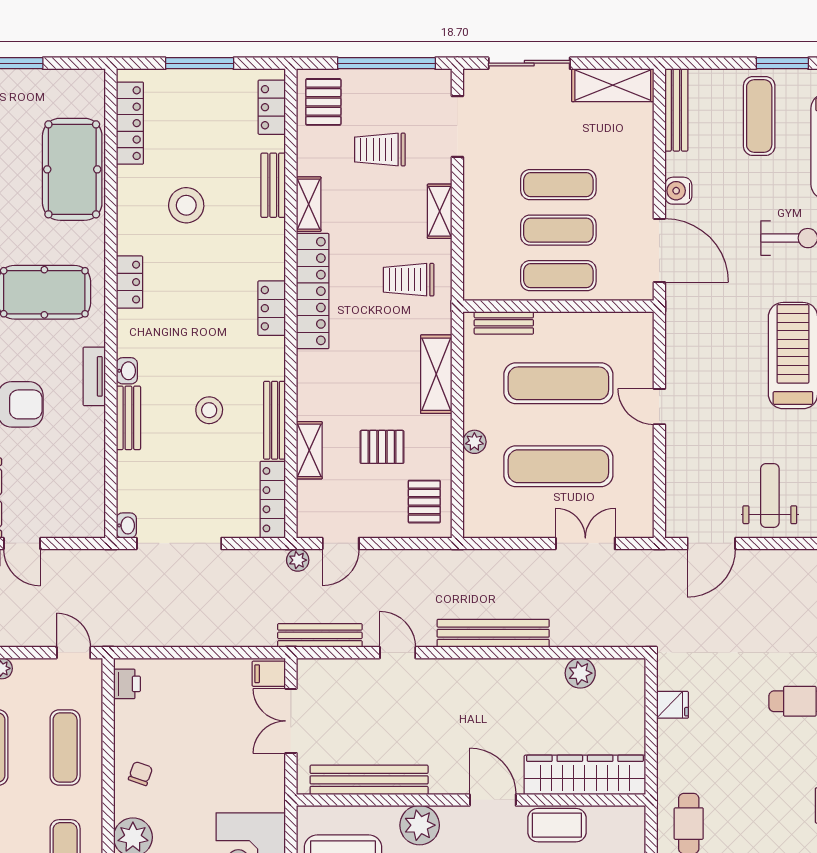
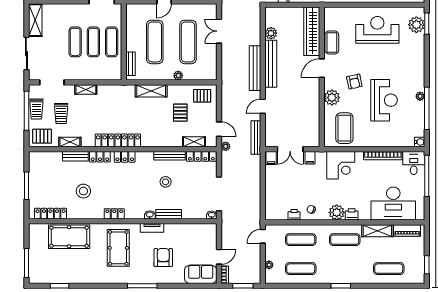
locker: (272, 107) -> (100, 157), moved
shelving: (309, 204) -> (70, 142), moved
trolley: (409, 280) -> (36, 109), moved
shelving: (309, 450) -> (194, 142), moved
printer: (127, 684) -> (294, 215), moved
filing cabinet: (269, 771) -> (310, 158), added
bench: (369, 780) -> (271, 64), moved

